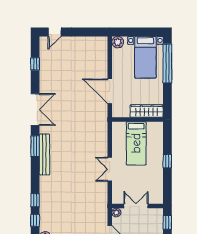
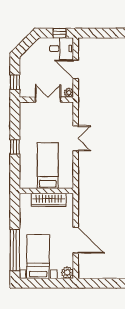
door: (110, 91) -> (76, 240), moved
wardrobe: (147, 111) -> (49, 200), moved
double door: (136, 206) -> (48, 100), swing flipped

